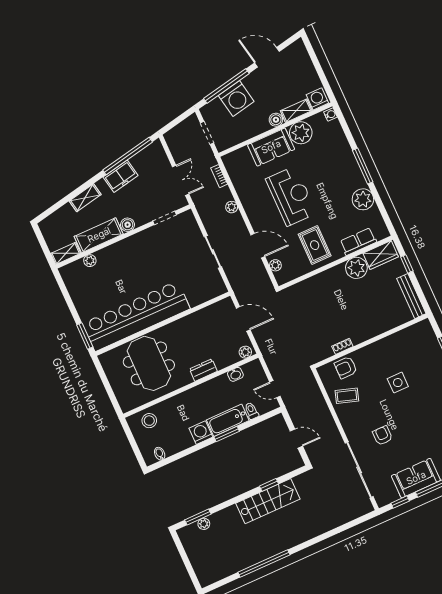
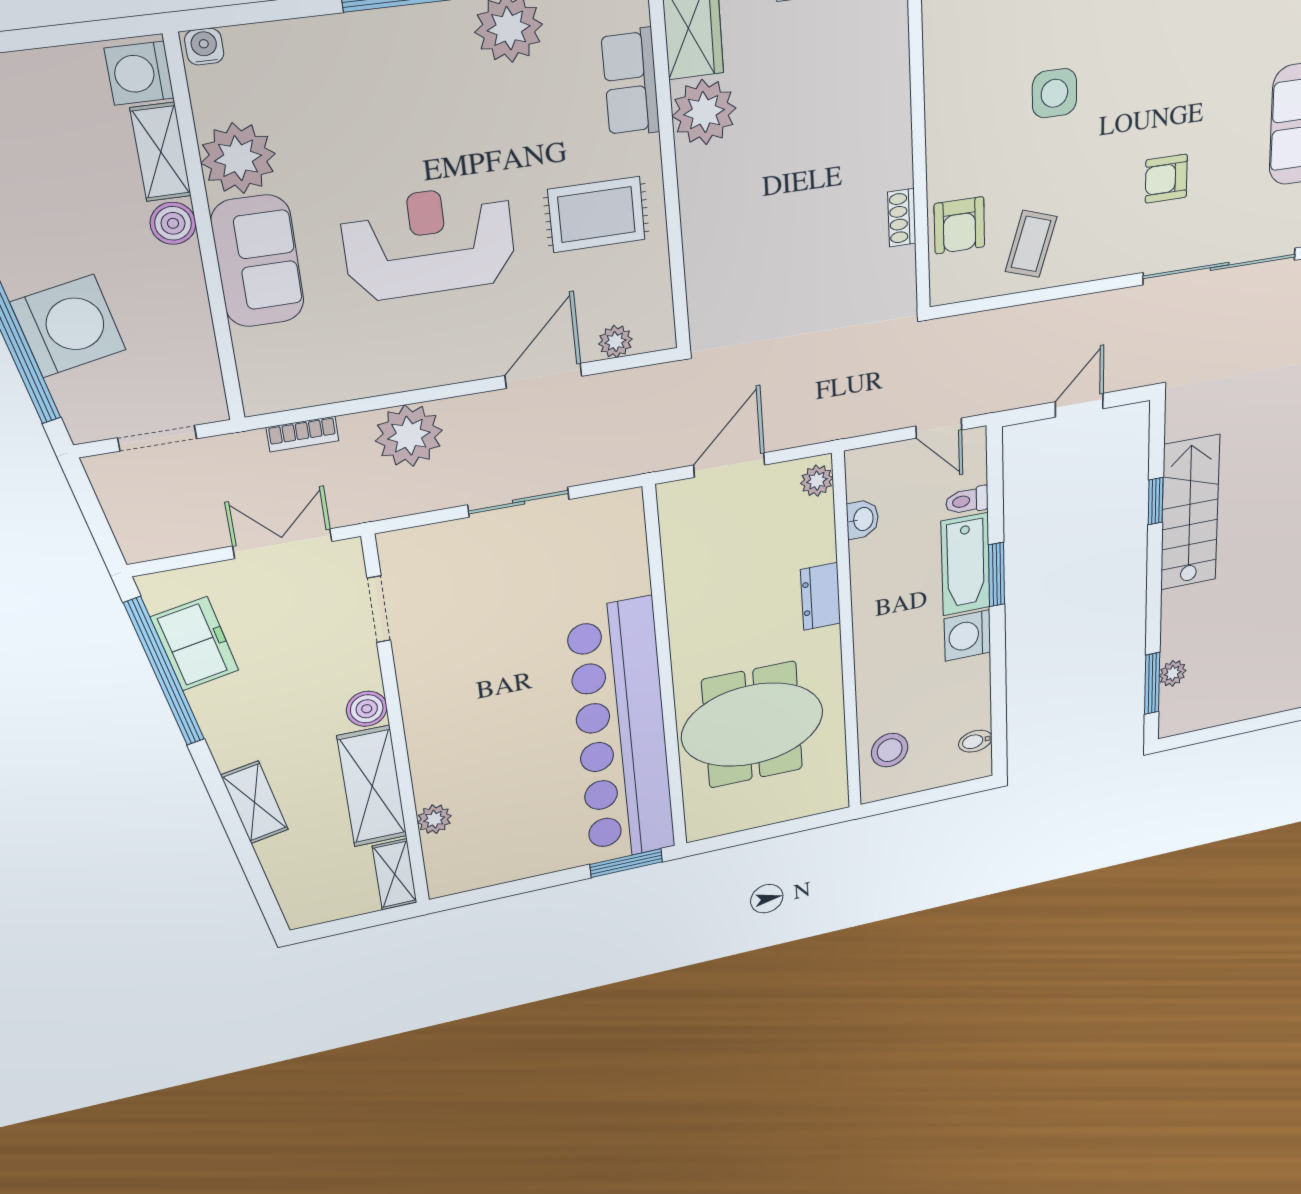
freezer: (121, 176) -> (195, 644), moved
plant: (232, 207) -> (409, 436), width x1.88, depth x1.88
door: (275, 389) -> (939, 428), hinge flipped

